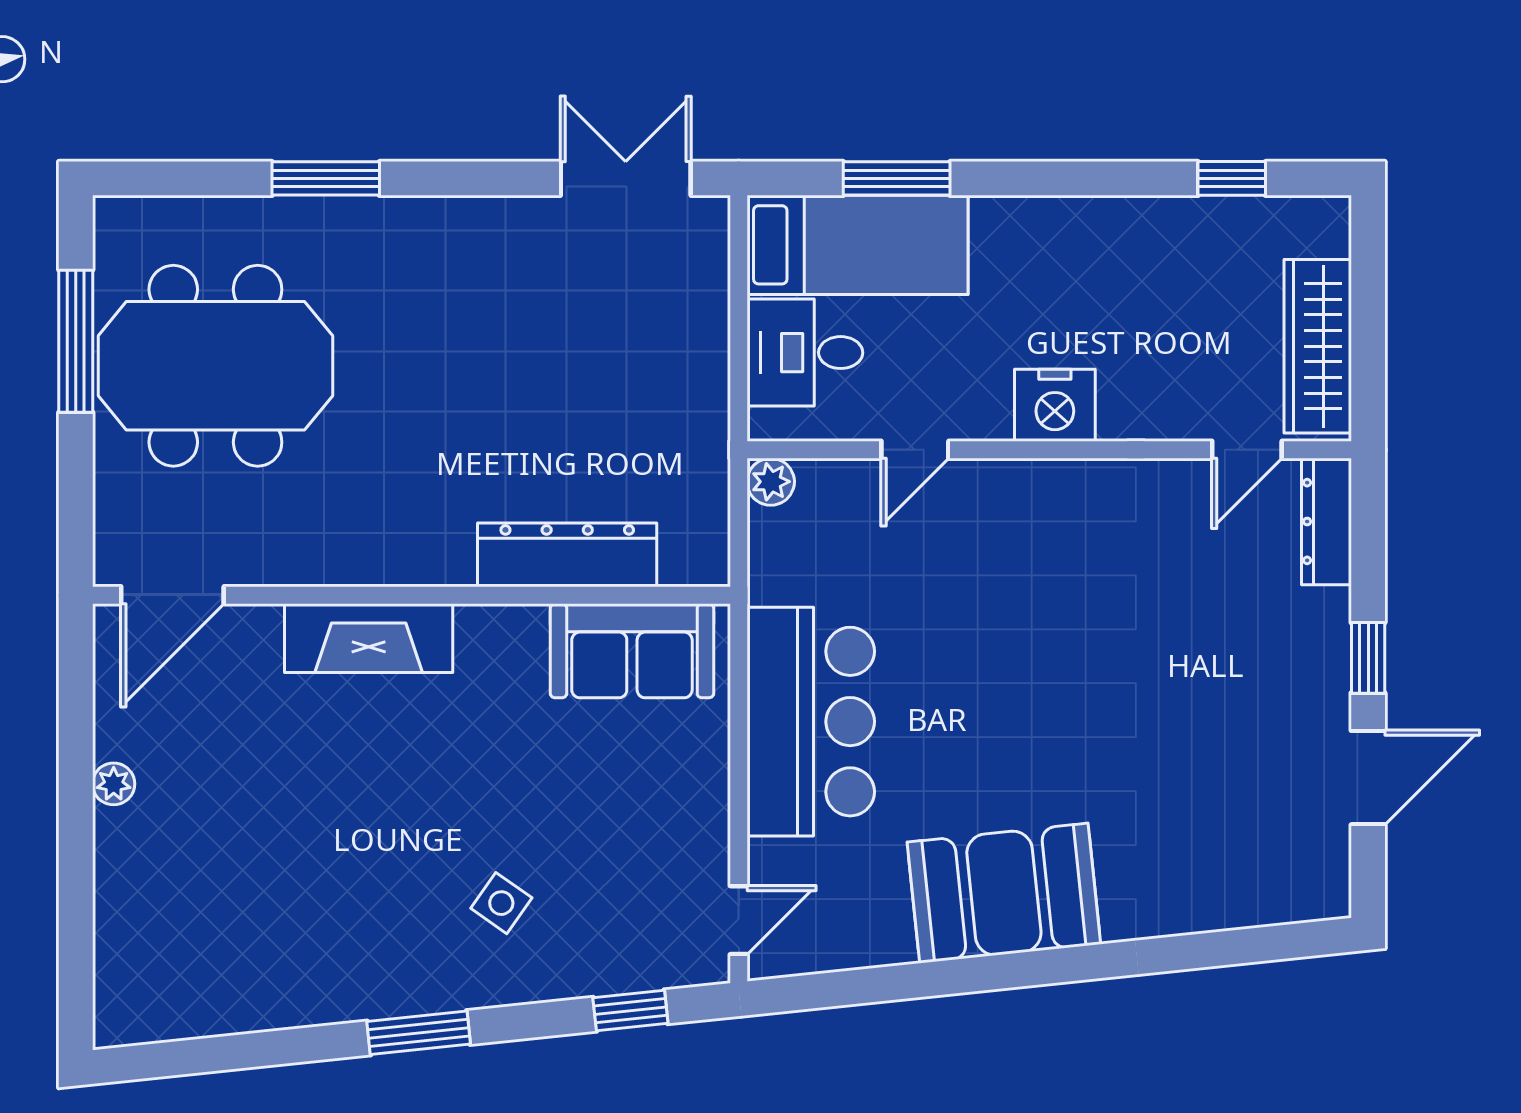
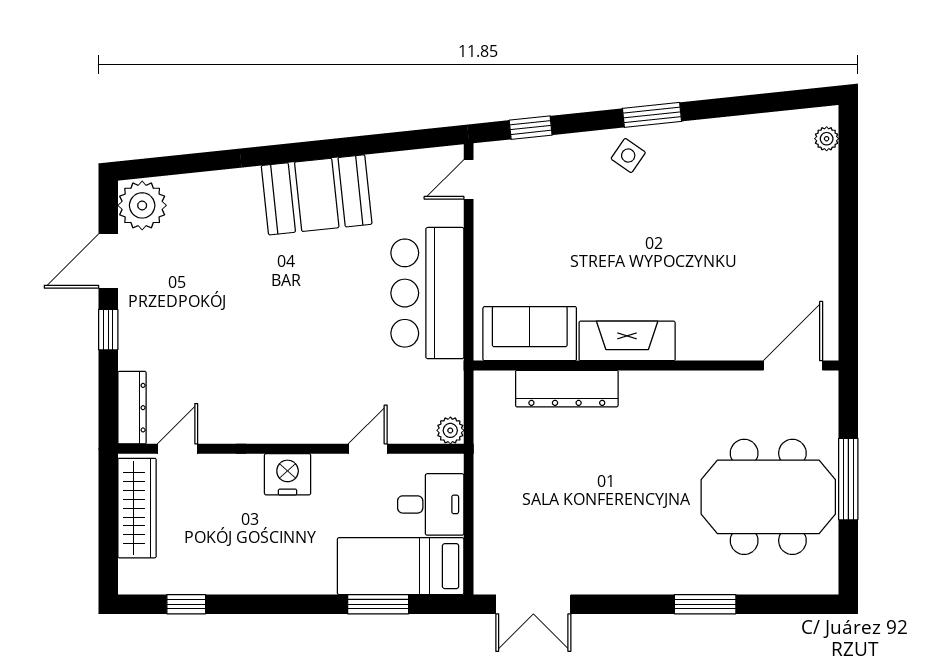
window: (76, 341) -> (848, 479), moved
fireplace: (369, 638) -> (627, 341), moved
plant: (114, 784) -> (827, 139), moved
plant: (1309, 875) -> (142, 205), added
side table: (501, 903) -> (628, 156), moved

